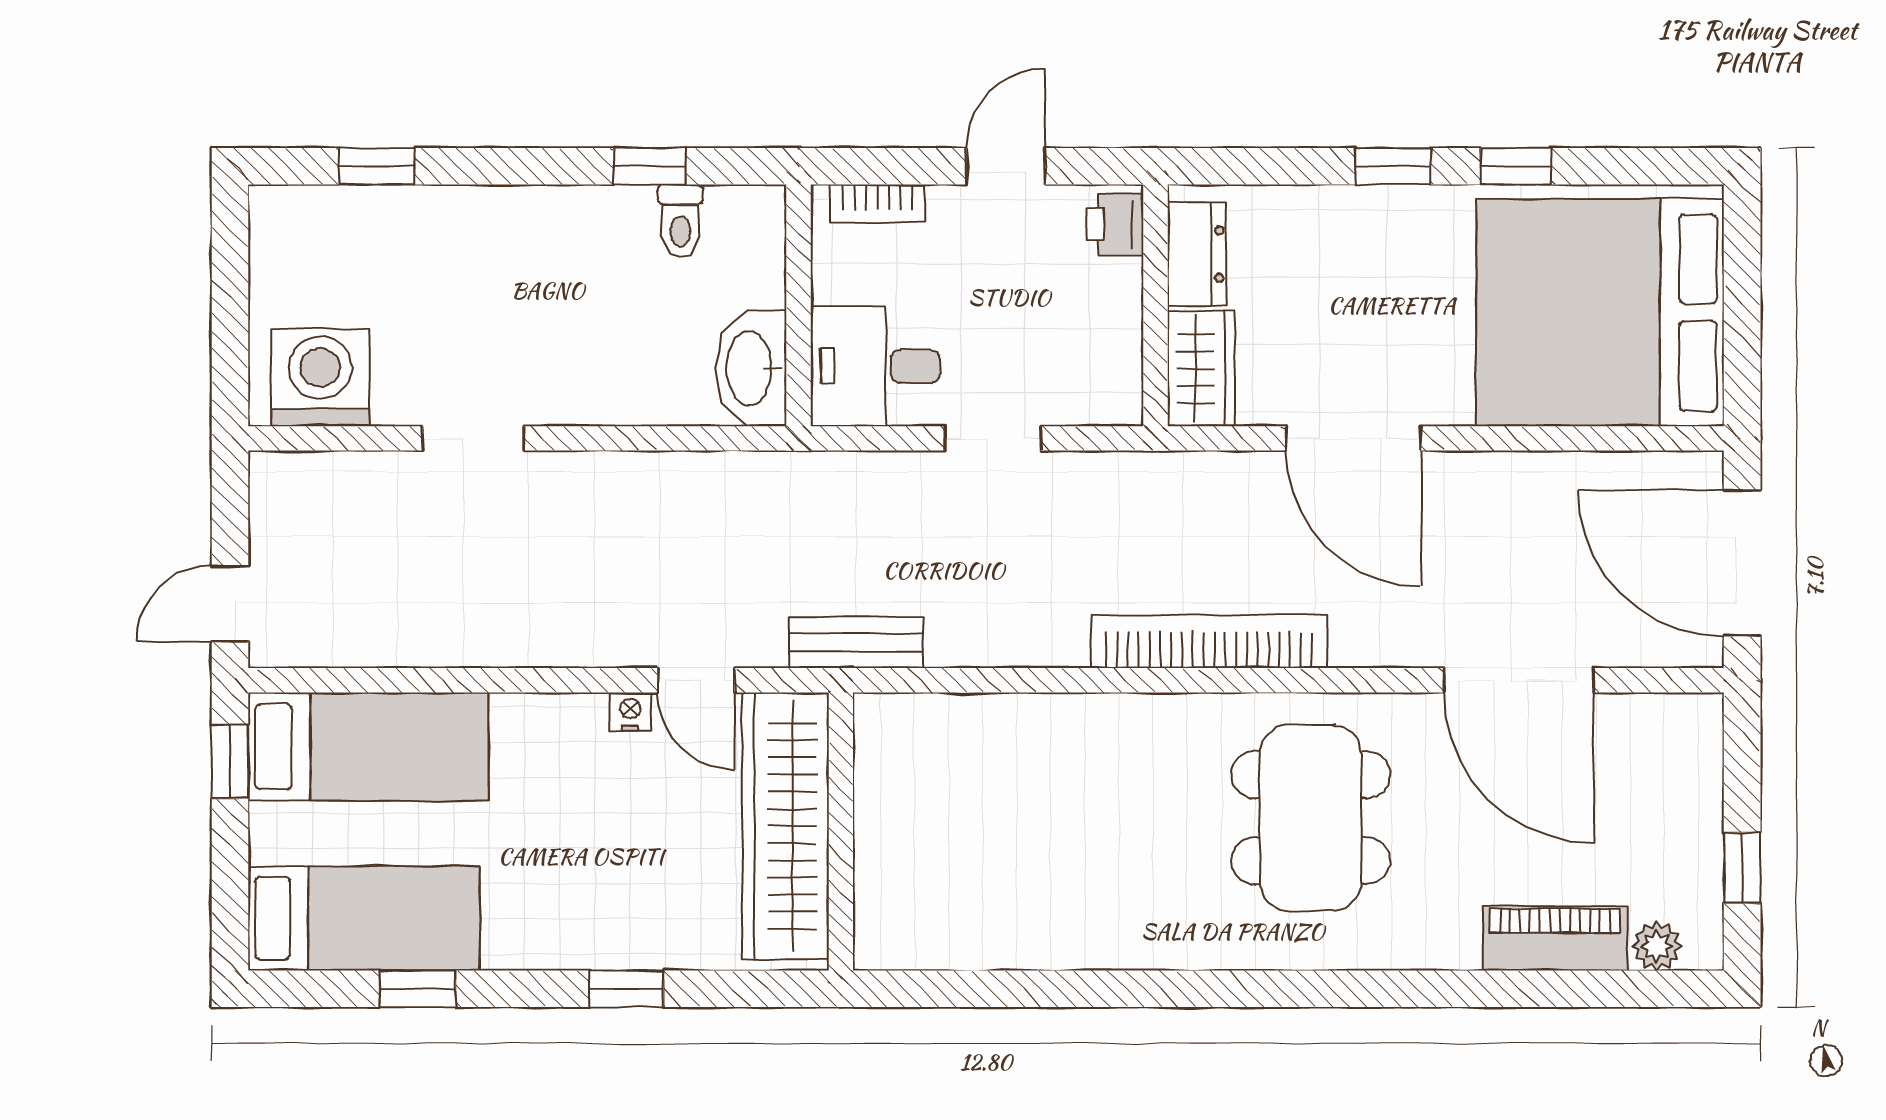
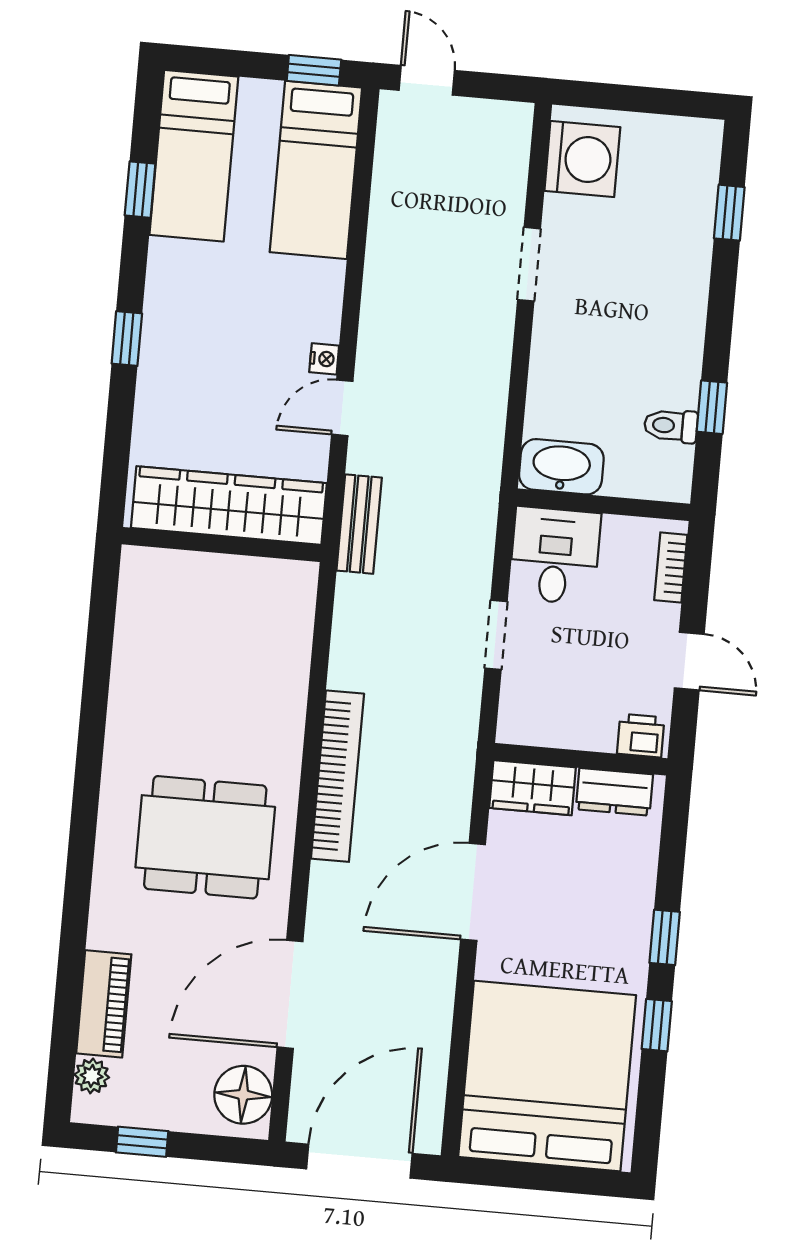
floor lamp: (1664, 733) -> (243, 1095), added
wardrobe: (786, 826) -> (229, 505), moved
wall: (841, 832) -> (221, 545), moved

